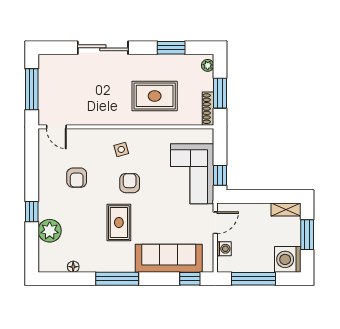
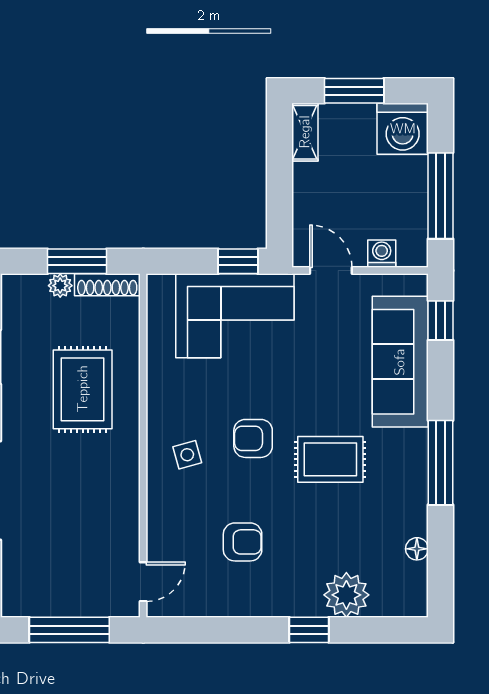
plant: (208, 65) -> (60, 286), moved

